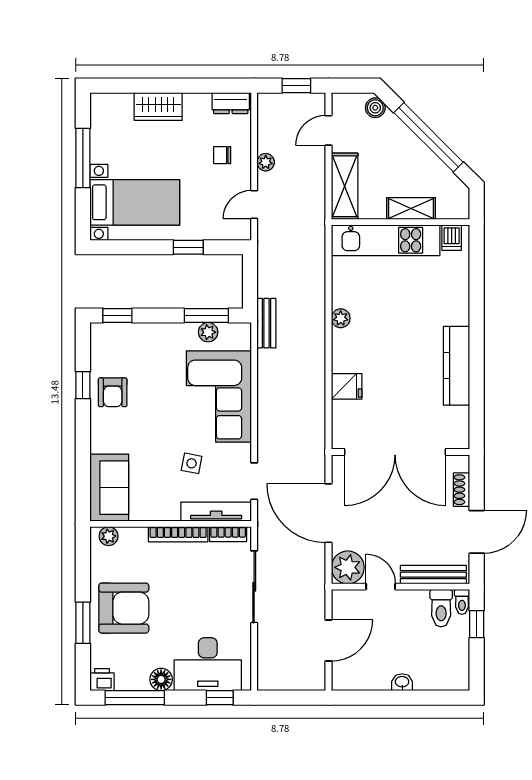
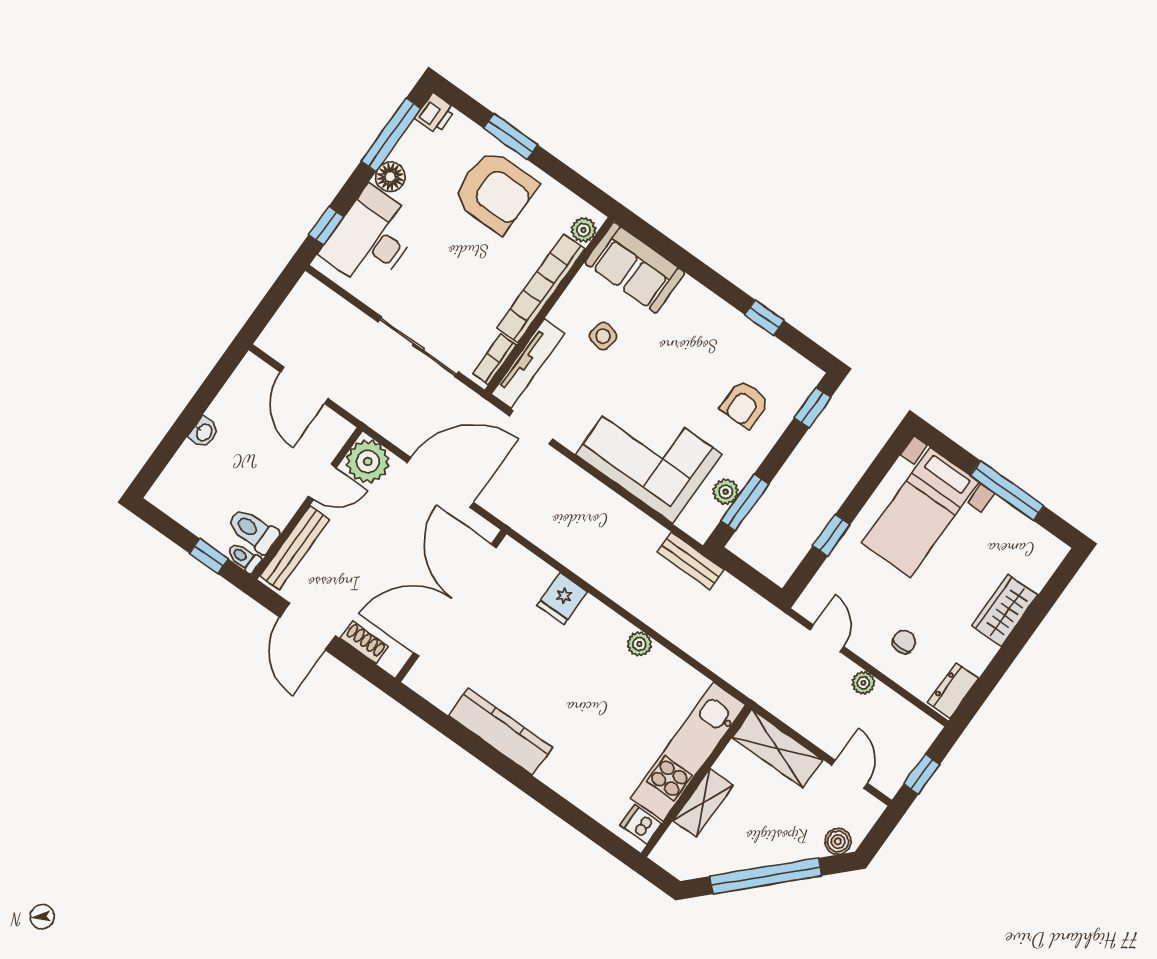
armchair: (113, 392) -> (745, 404), moved, turned -90
side table: (192, 463) -> (603, 336), moved
bookcase: (178, 534) -> (541, 289), width x1.48, depth x1.31
armchair: (124, 608) -> (495, 191), turned -90

